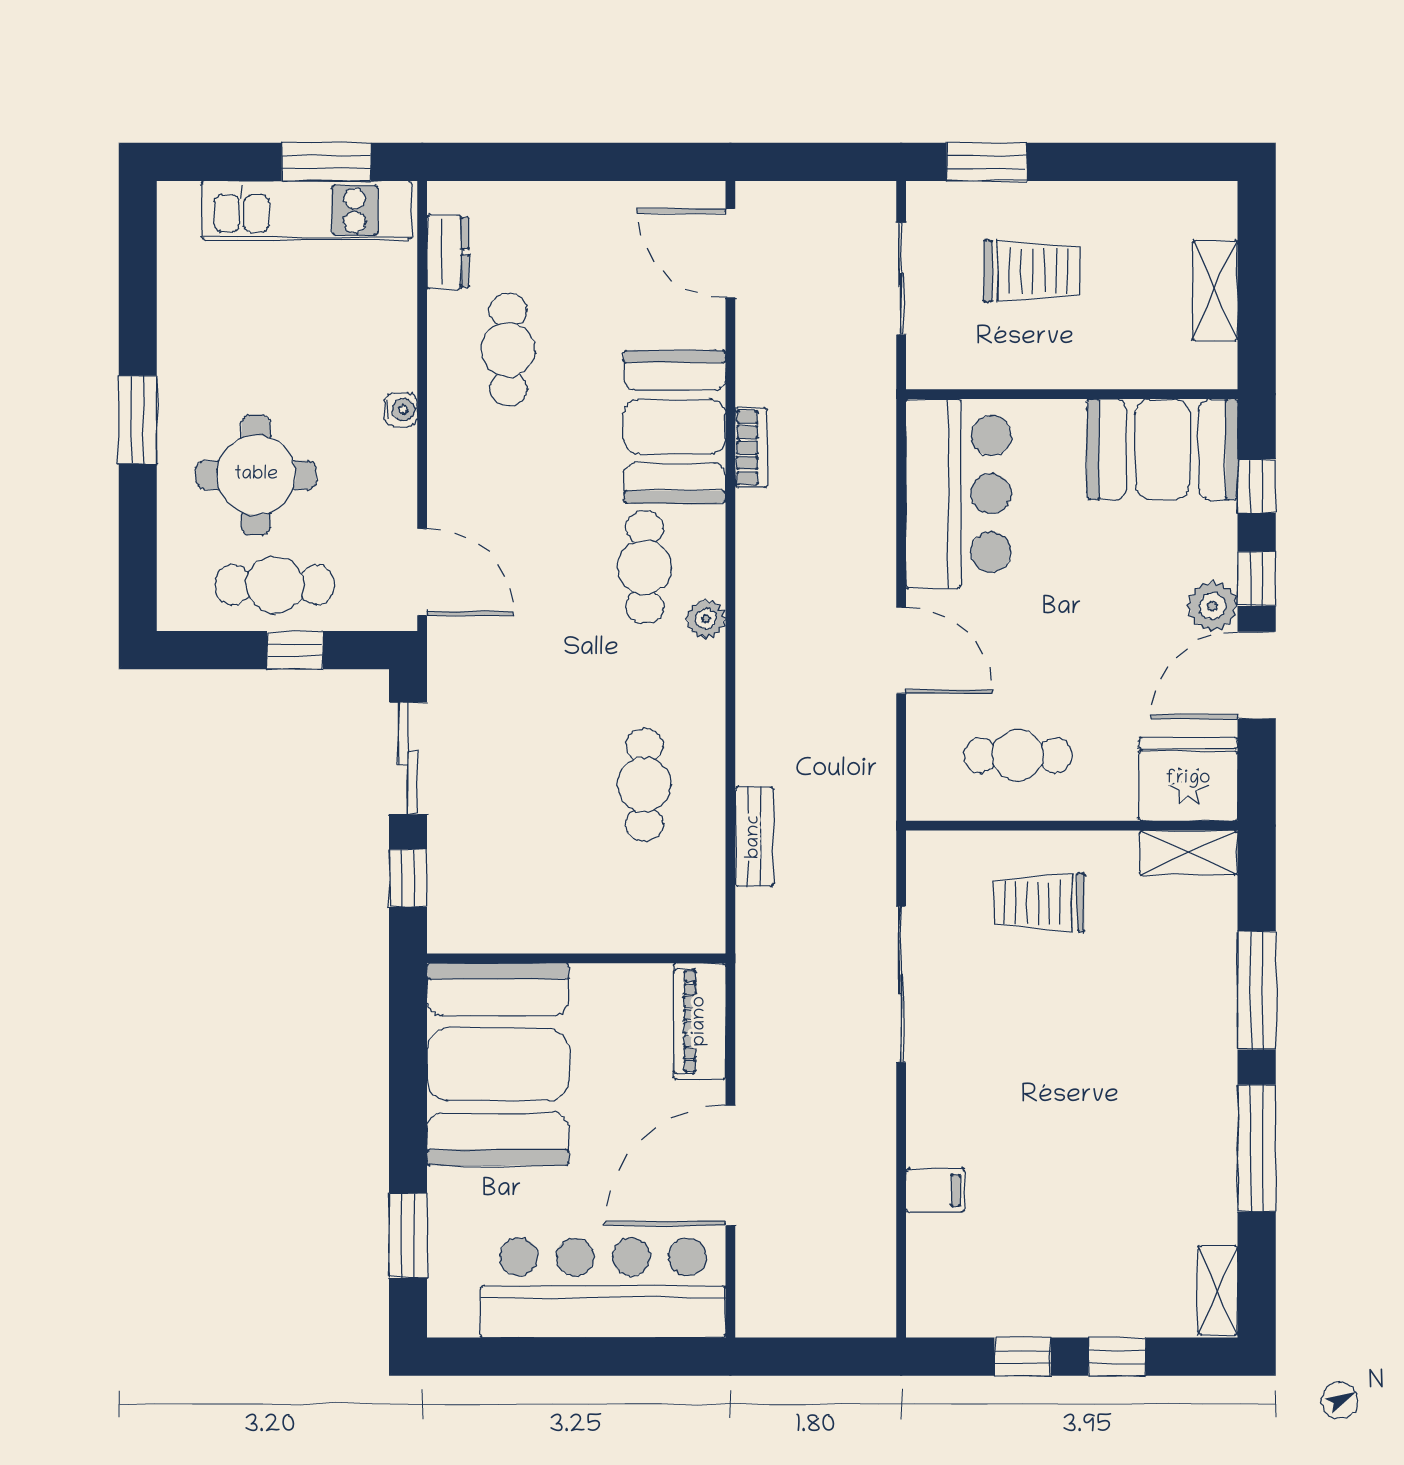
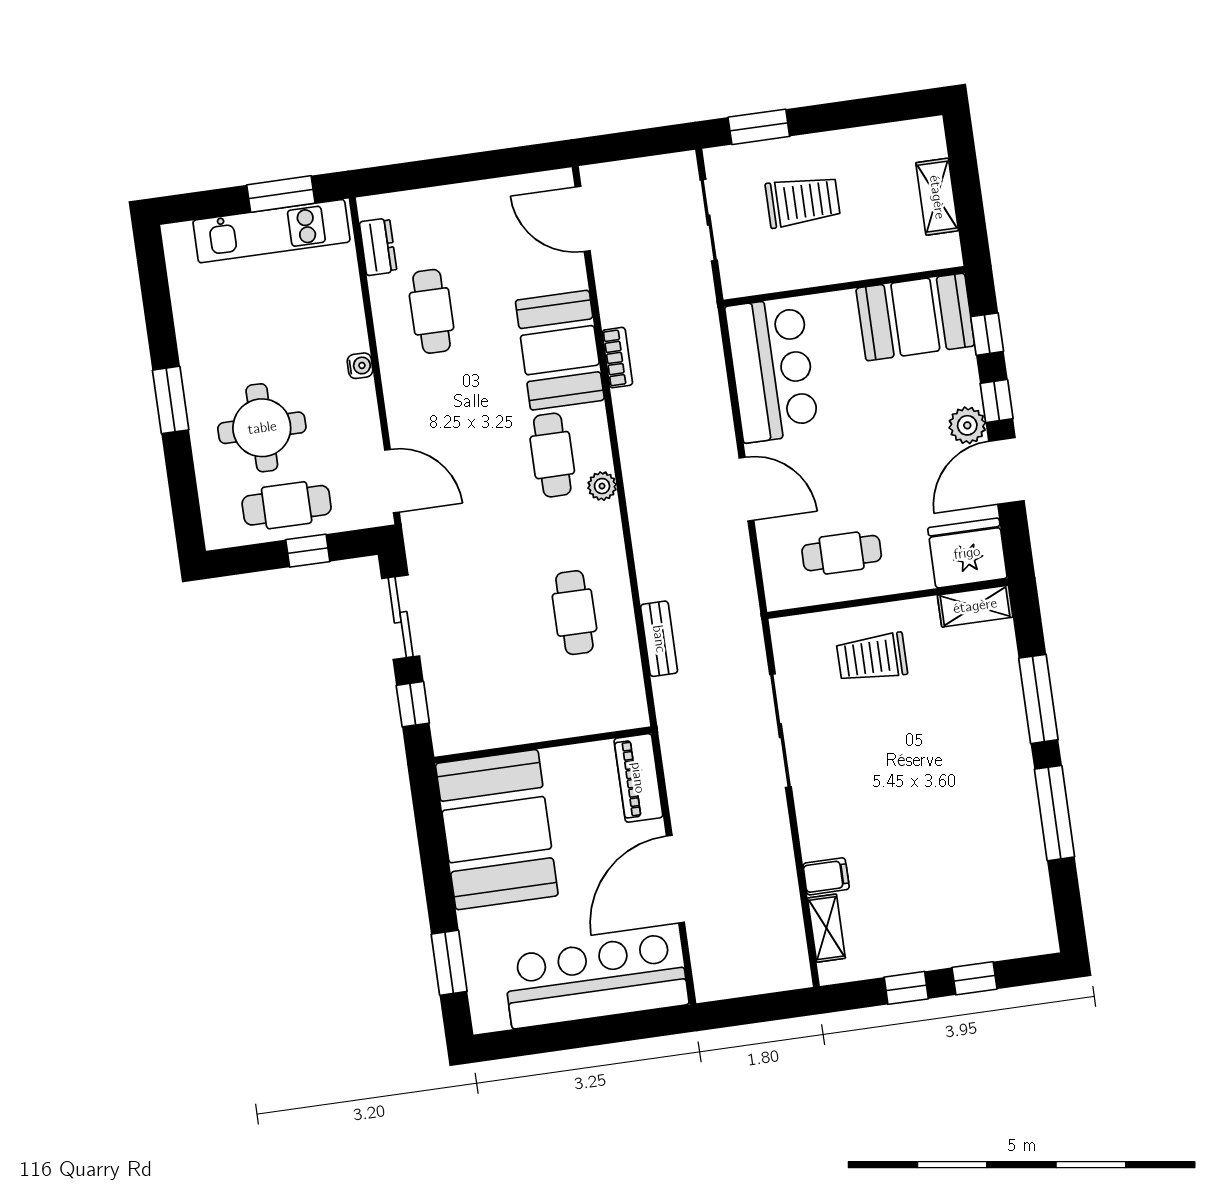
shelving: (1218, 1290) -> (826, 928), moved

